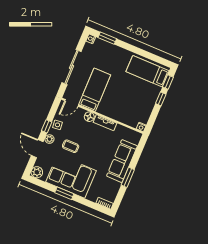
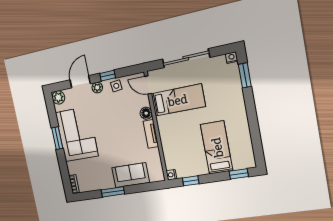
bed: (148, 71) -> (217, 147), moved
window: (161, 99) -> (191, 181), moved
coffee table: (71, 146) -> (104, 114), removed
sofa: (122, 161) -> (131, 175), width x0.73

